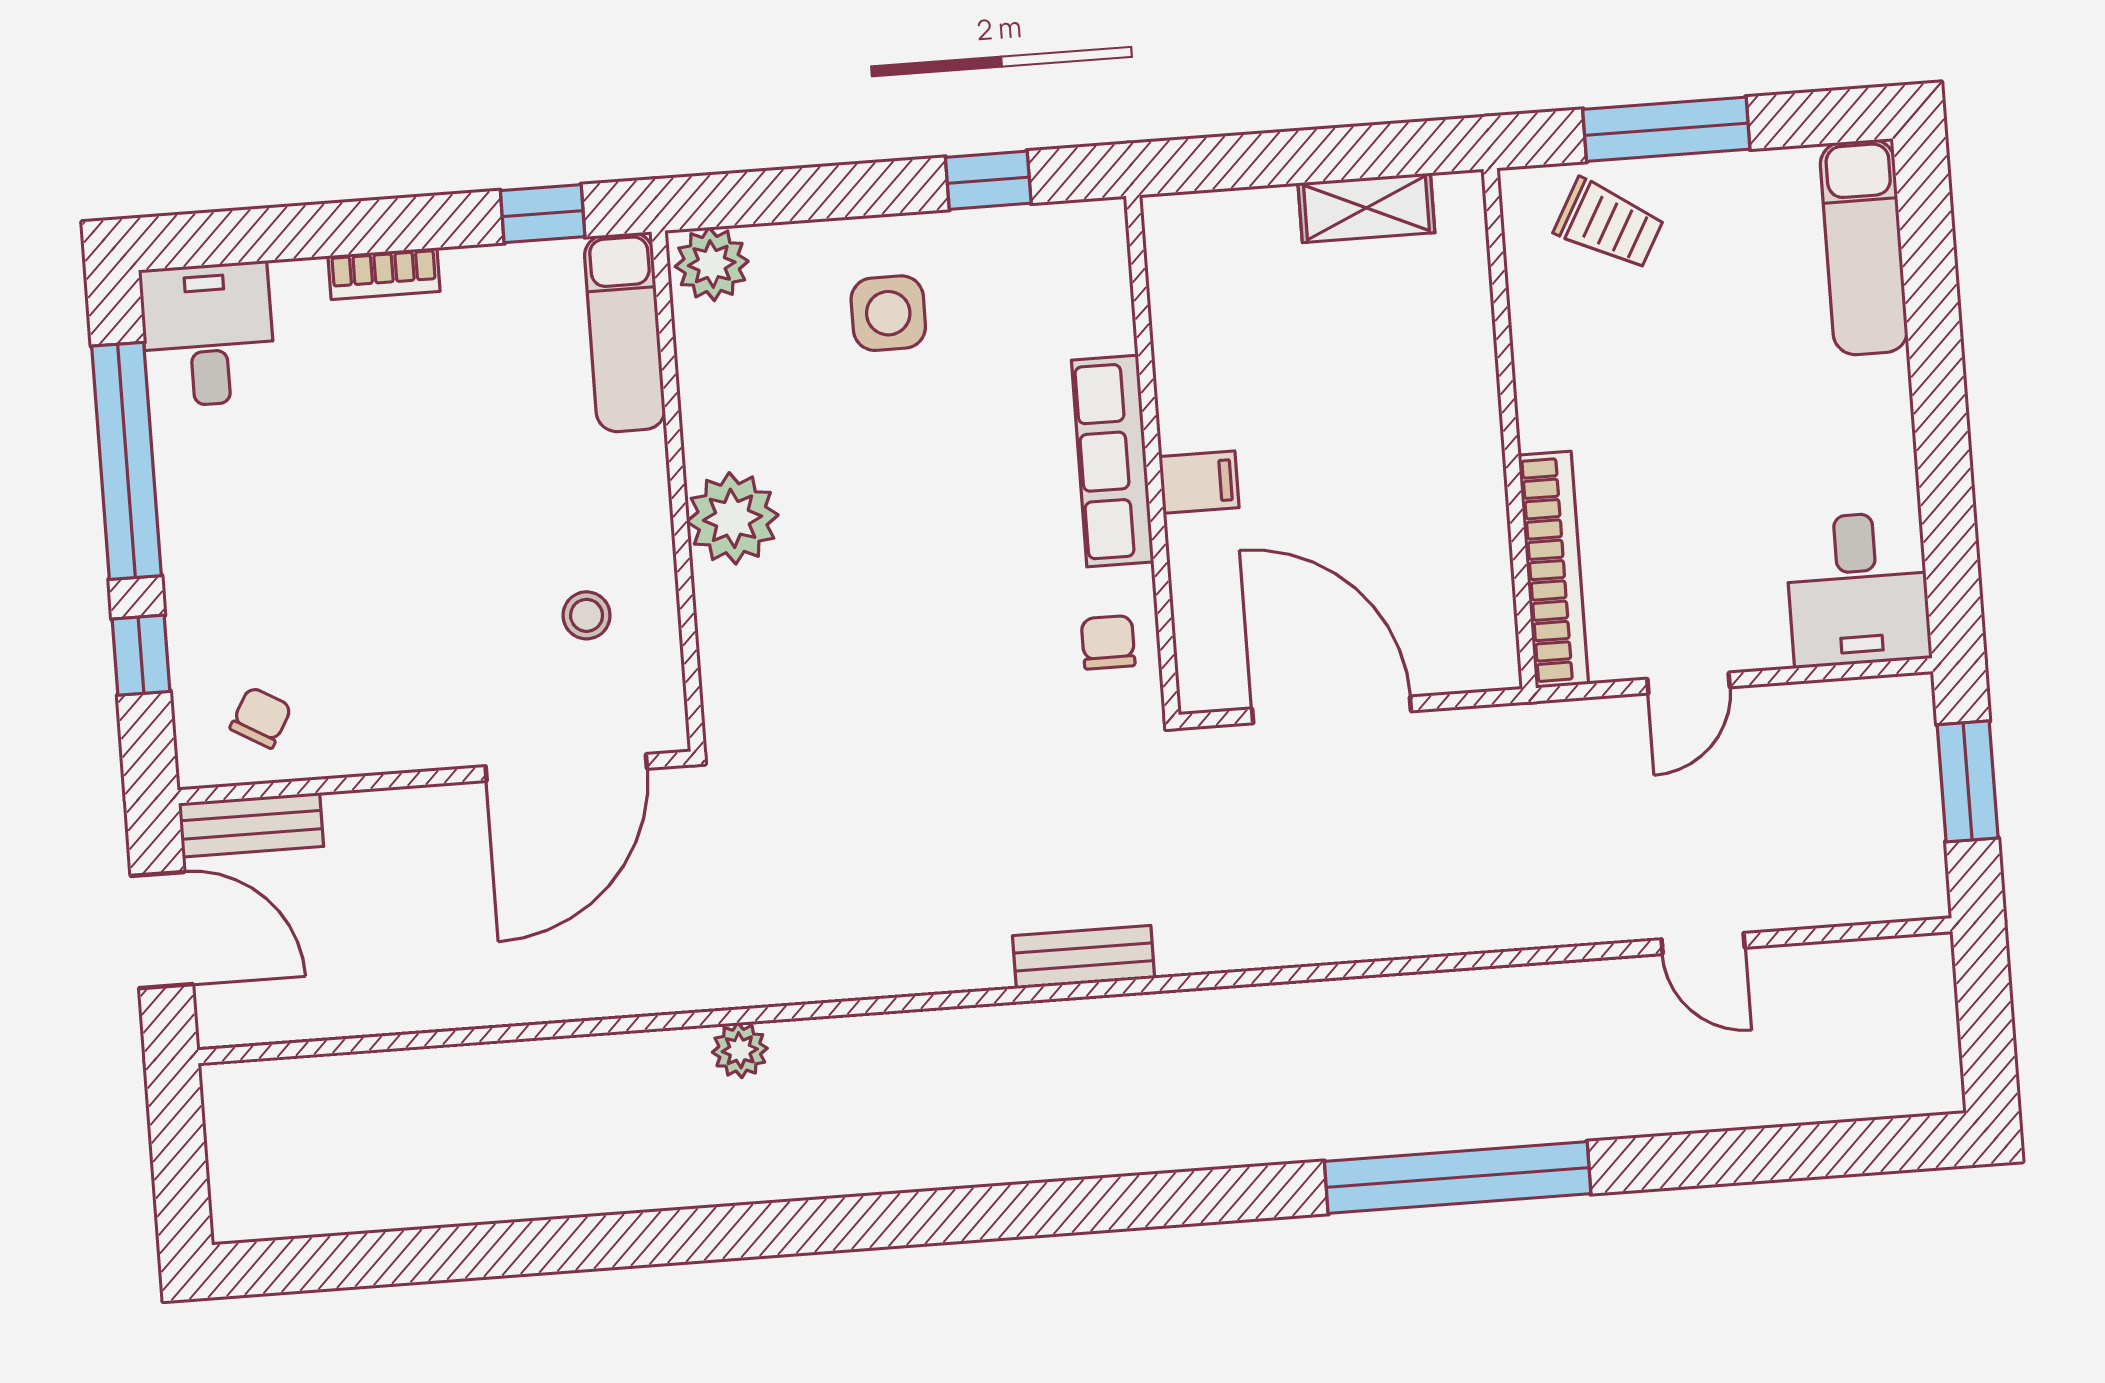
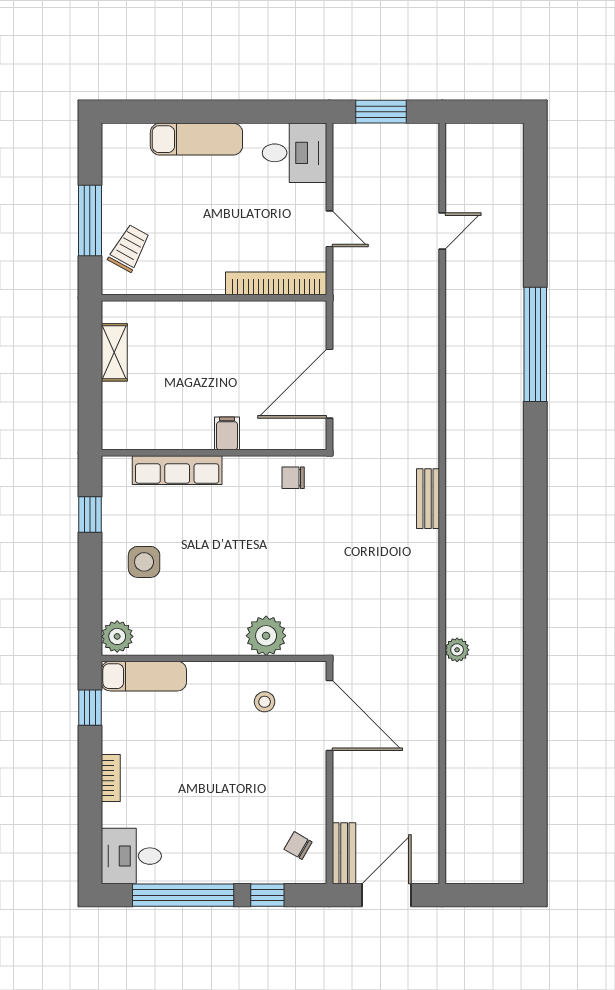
exam couch: (1864, 247) -> (196, 139), moved
row of seats: (1113, 461) -> (177, 470), moved
plant: (732, 518) -> (266, 636), moved

